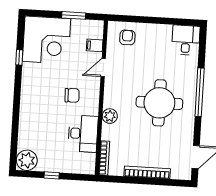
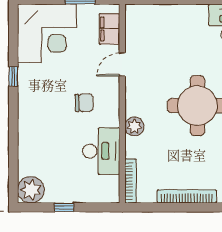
armchair: (127, 37) -> (151, 24), removed
filing cabinet: (95, 45) -> (109, 29), width x2.00
window: (19, 57) -> (13, 76), moved

